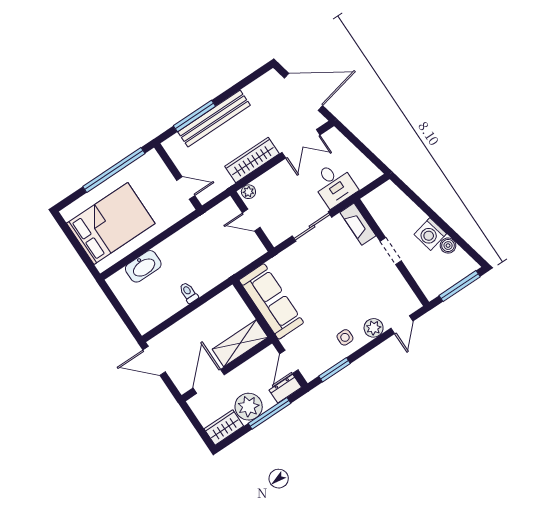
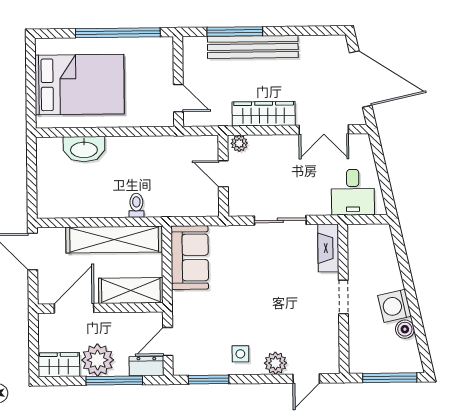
desk: (334, 184) -> (353, 192), moved
toilet: (189, 293) -> (136, 205), moved
sofa: (271, 301) -> (190, 258), width x0.73
shelving: (205, 315) -> (114, 240), added

